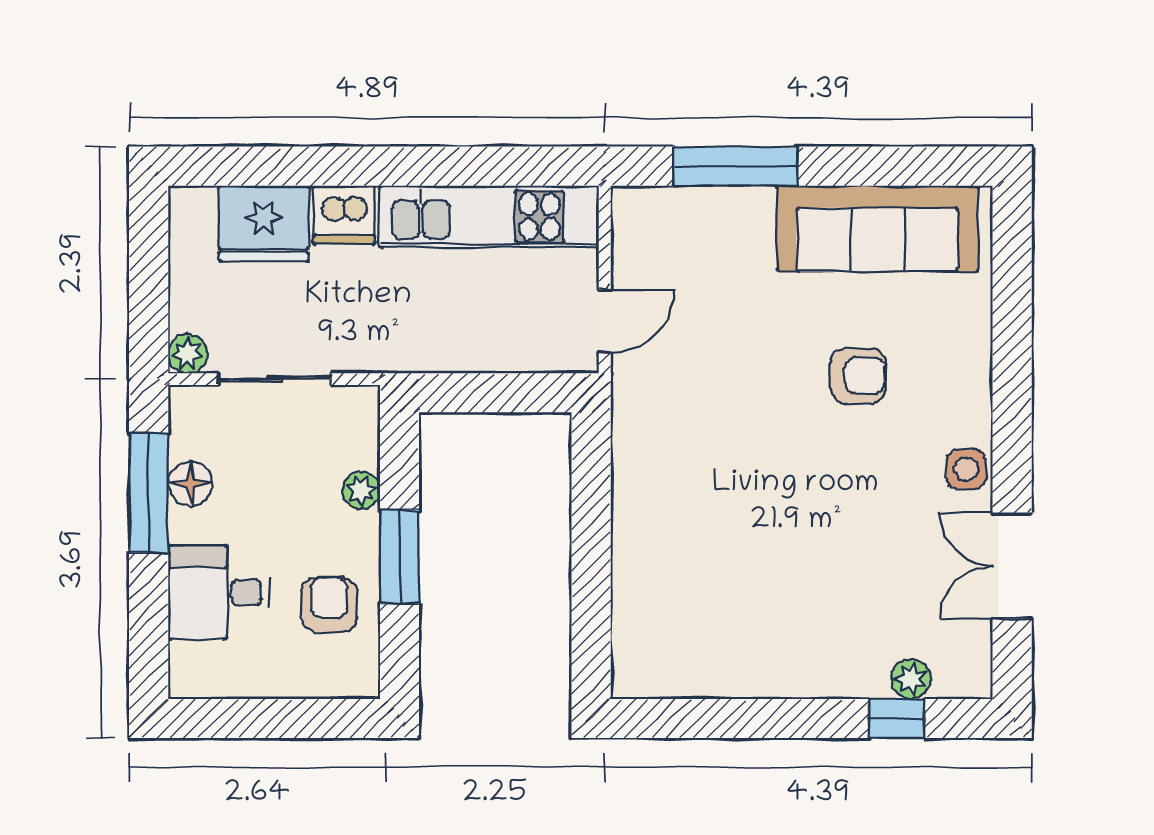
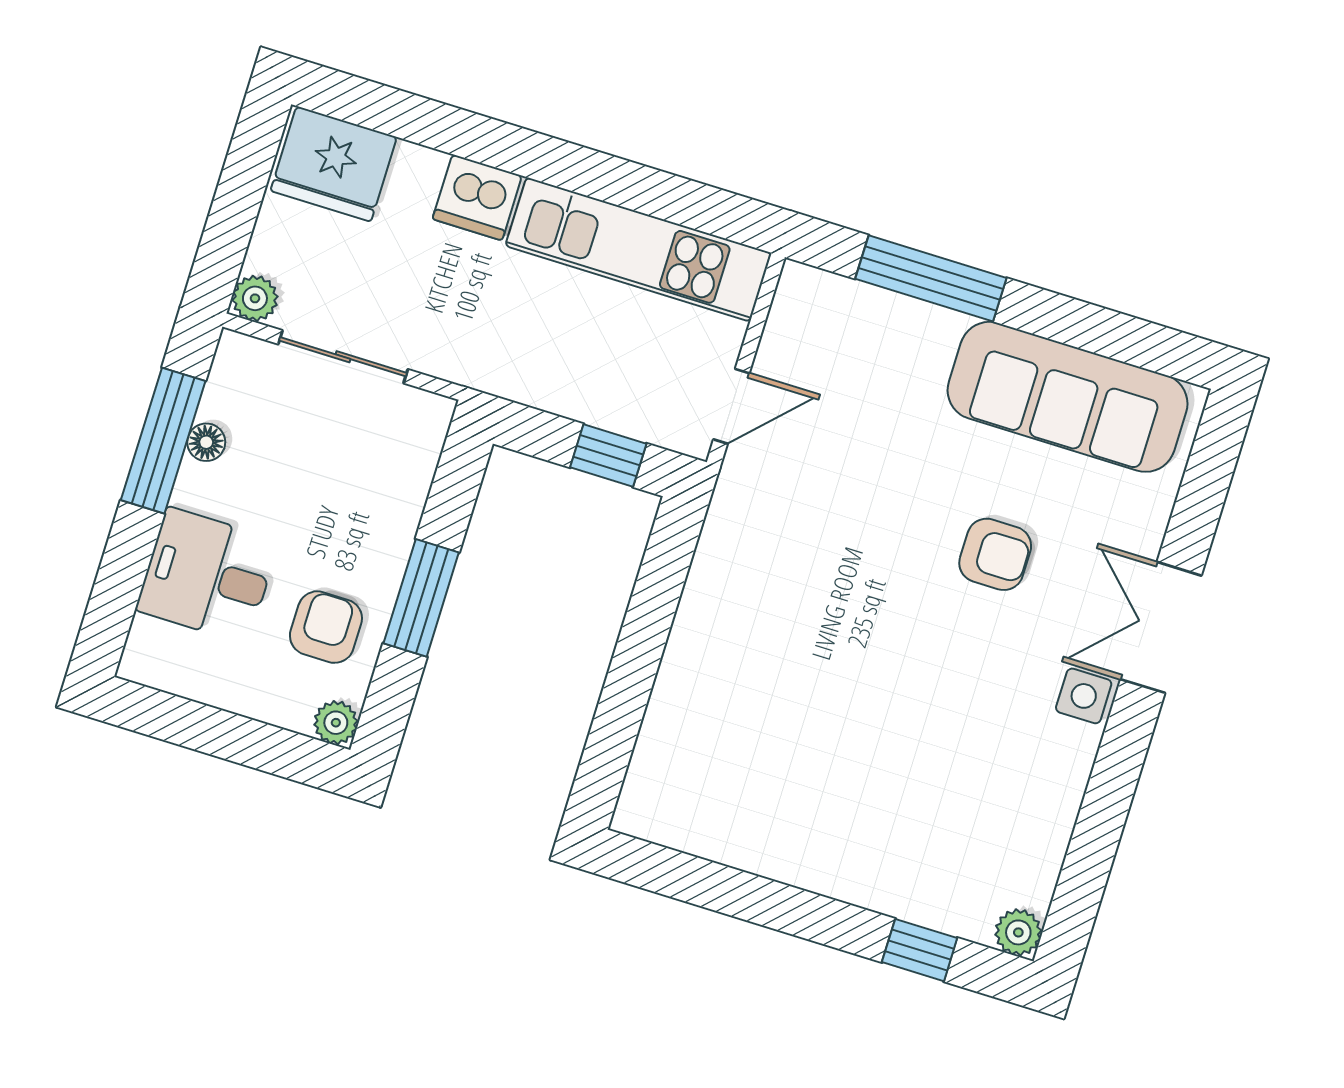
fridge: (264, 224) -> (334, 164), moved
window: (516, 393) -> (608, 455), added
floor lamp: (190, 484) -> (206, 442), width x0.73, depth x0.73
plant: (361, 490) -> (336, 723), moved
double door: (1012, 566) -> (1161, 627), moved
plant: (911, 679) -> (1018, 932), moved

